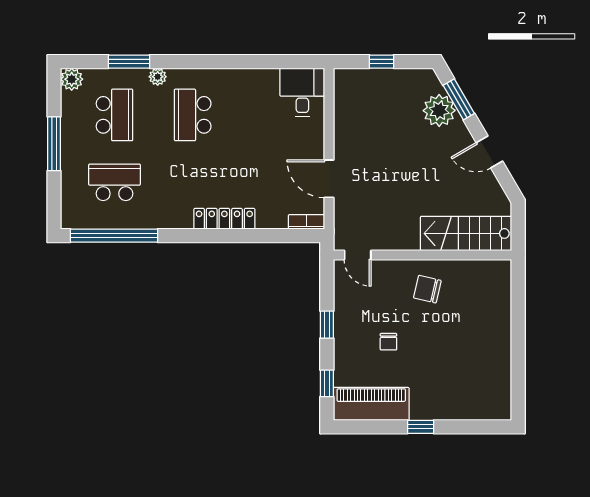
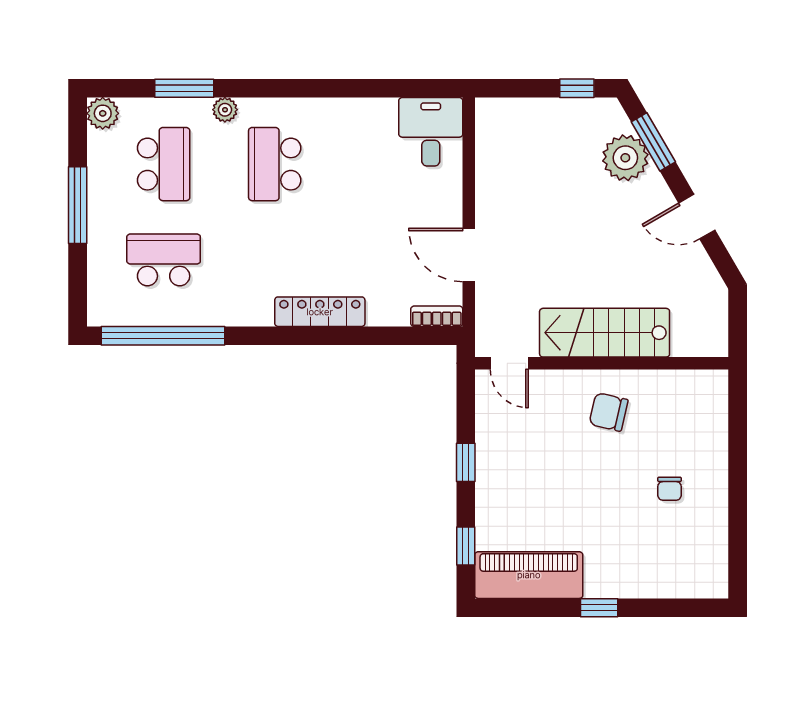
window: (382, 62) -> (577, 88), moved
stairs: (466, 233) -> (605, 333), moved
chair: (388, 342) -> (670, 489), moved

